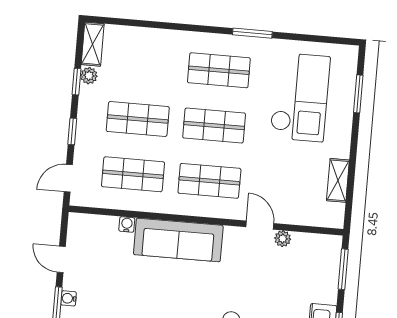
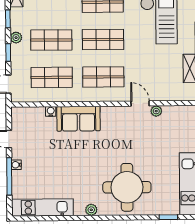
plant: (89, 76) -> (16, 38), moved
sofa: (178, 240) -> (78, 119), width x0.73

